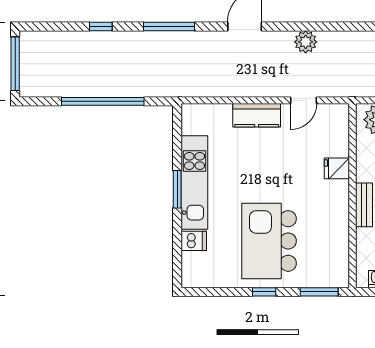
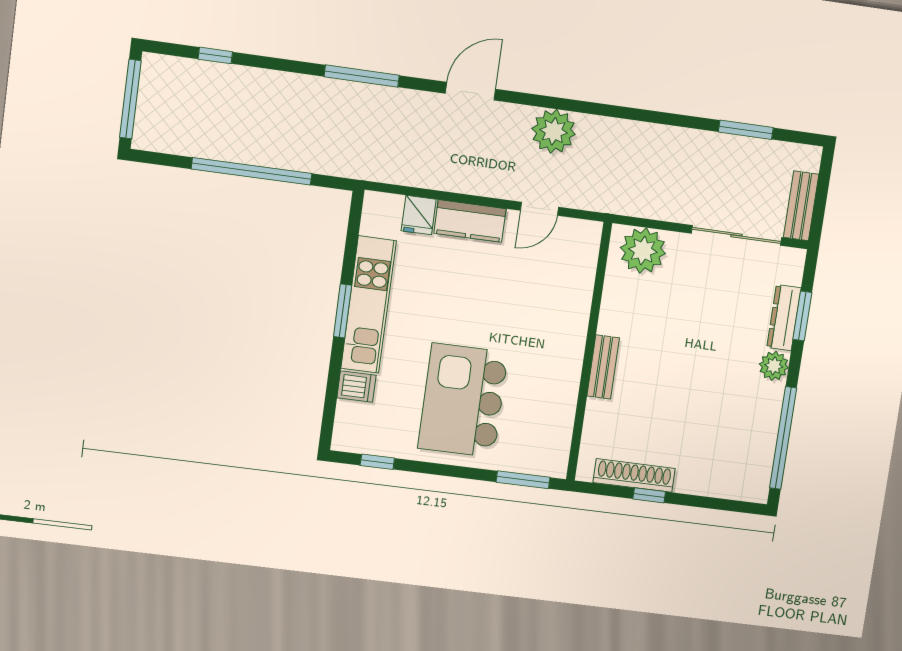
window: (101, 26) -> (215, 55), moved
plant: (306, 42) -> (554, 131), width x1.36, depth x1.36
fridge: (337, 168) -> (419, 215), moved, turned -90
window: (264, 292) -> (377, 462), moved

